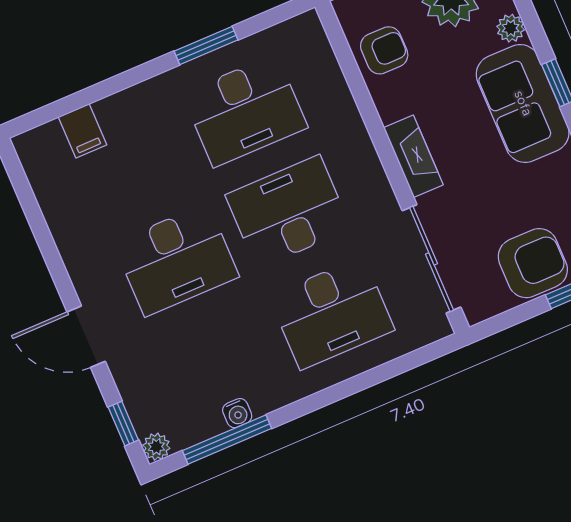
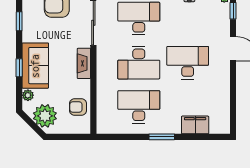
window: (206, 46) -> (162, 137), moved
filing cabinet: (82, 131) -> (195, 125), width x2.00

